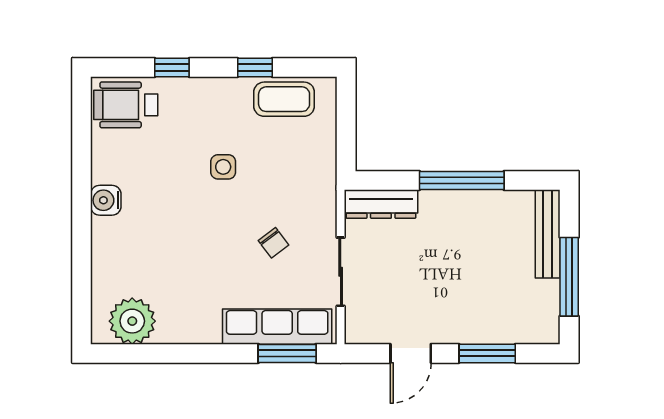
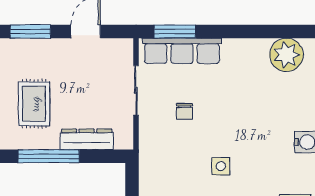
dresser: (381, 204) -> (87, 139), moved
chair: (273, 243) -> (185, 111), turned -143
rug: (482, 253) -> (34, 104), added

